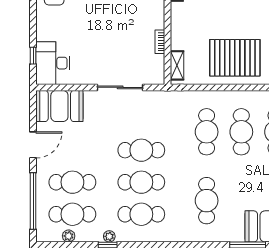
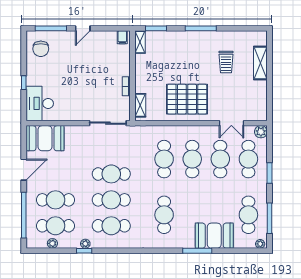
window: (33, 56) -> (24, 83), moved
sliding door: (120, 87) -> (108, 123), moved

